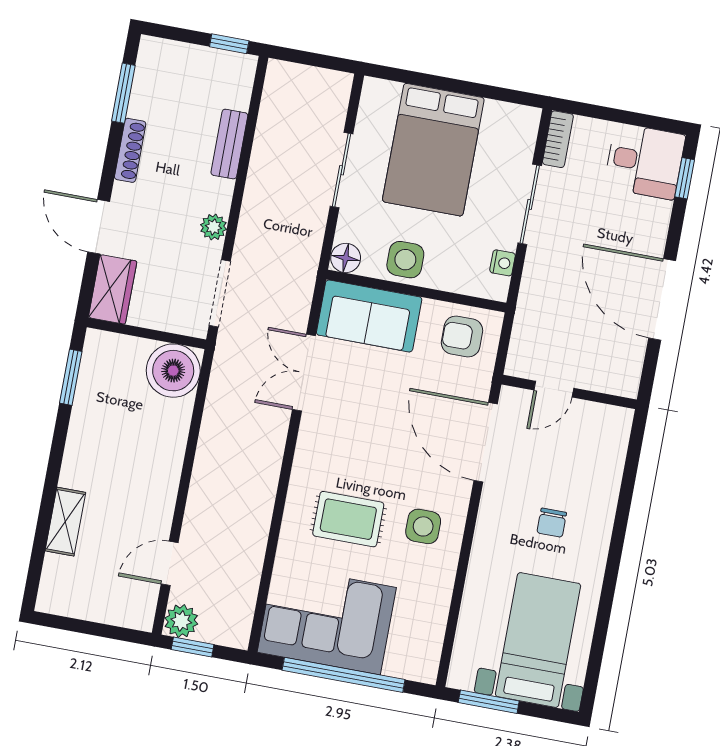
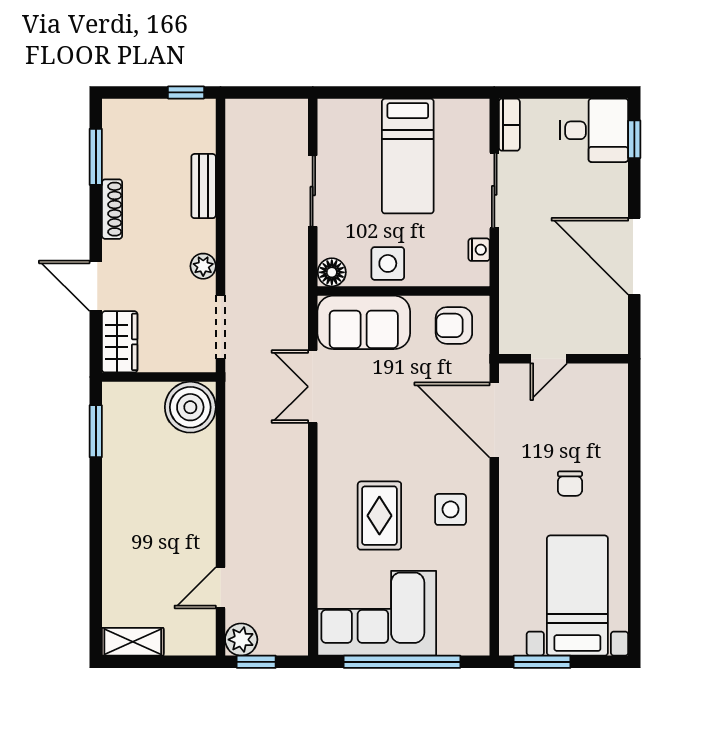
bed: (433, 150) -> (408, 156), width x0.67
rug: (348, 519) -> (379, 516), turned 90
shelving: (65, 522) -> (133, 642), moved, turned 90

